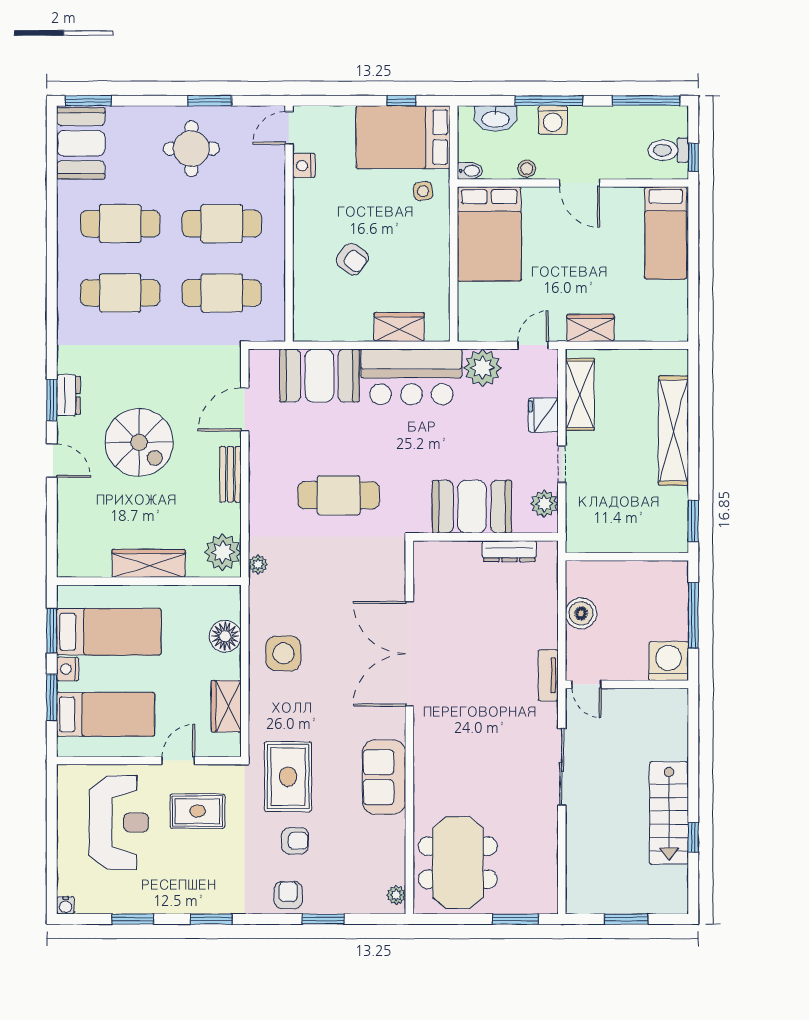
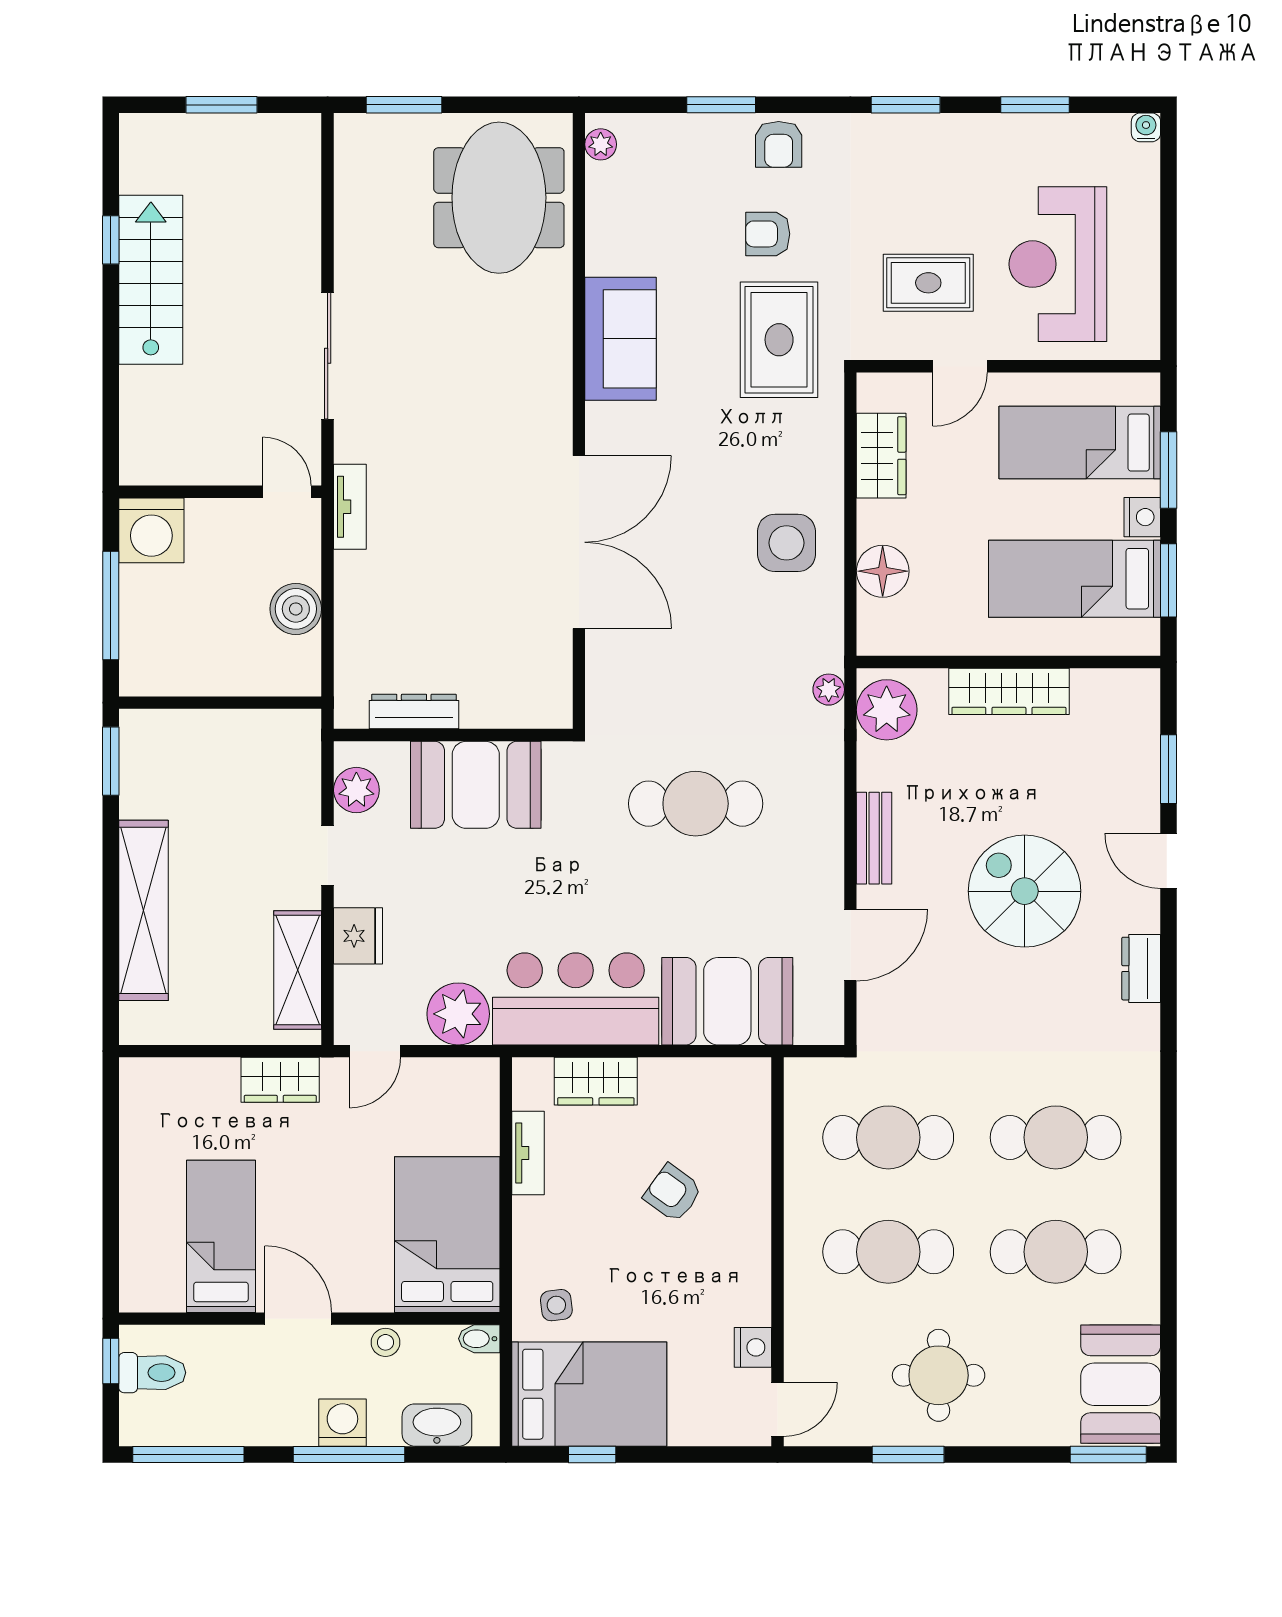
bed: (666, 233) -> (221, 1236), moved
tv unit: (440, 283) -> (528, 1153), added
window: (52, 400) -> (1169, 769), moved

